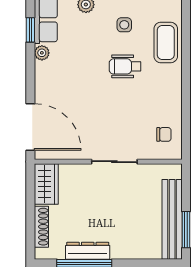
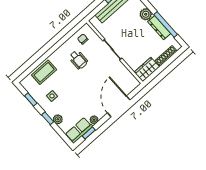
wheelchair: (125, 66) -> (78, 60), moved
door: (30, 127) -> (119, 106), moved
plant: (122, 249) -> (146, 14), added

